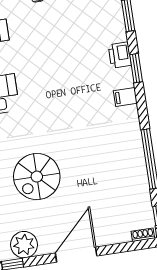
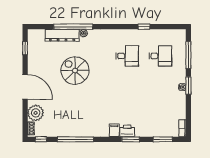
printer: (120, 55) -> (127, 131), moved
plant: (24, 245) -> (36, 113), moved

